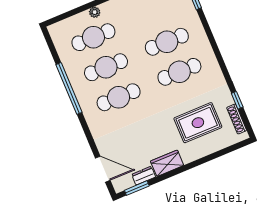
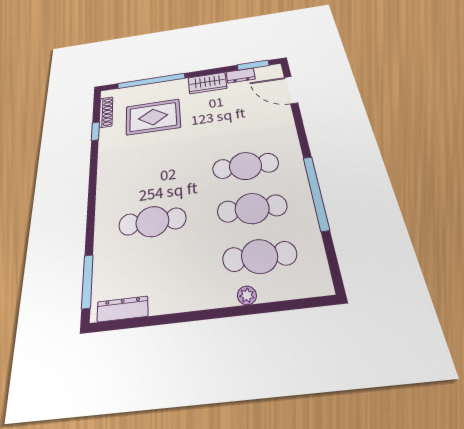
cafe table: (179, 72) -> (151, 179), removed
window: (213, 156) -> (151, 81), added

